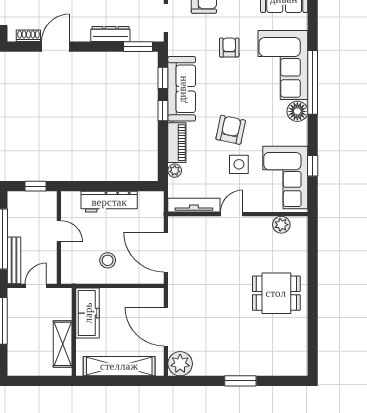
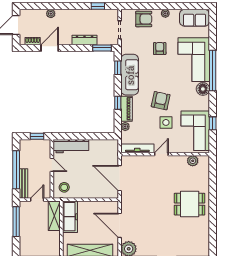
window: (163, 111) -> (118, 103), moved
workbench: (109, 202) -> (71, 146), moved
stool: (108, 260) -> (64, 187), moved
shelving: (63, 344) -> (54, 216), moved

